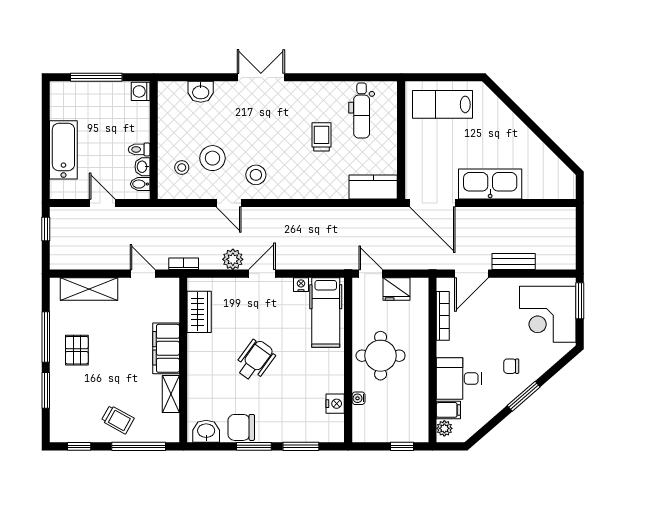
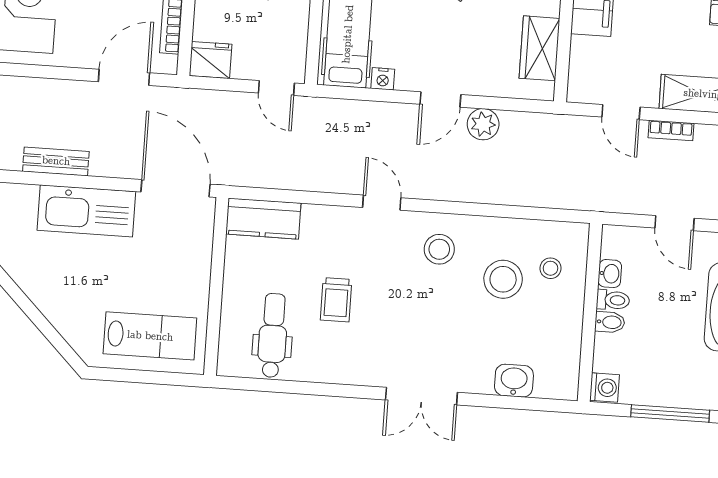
bidet: (140, 184) -> (610, 322), moved
door: (229, 203) -> (382, 203), moved
bench: (514, 262) -> (56, 161), moved
bookcase: (184, 264) -> (671, 130), moved
fridge: (397, 289) -> (210, 60), moved

